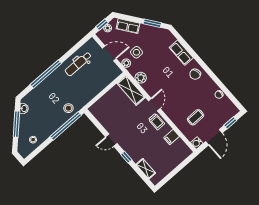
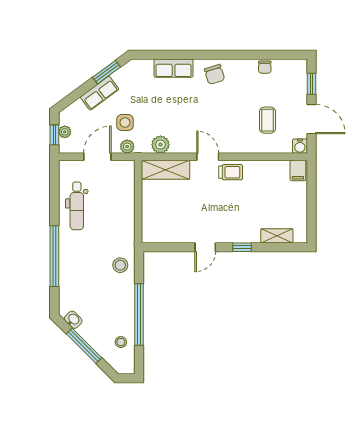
row of seats: (128, 26) -> (100, 93), moved
window: (66, 126) -> (139, 315), moved
filing cabinet: (172, 137) -> (298, 170), moved

